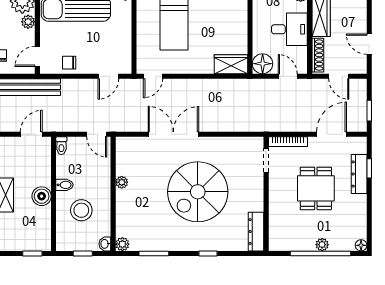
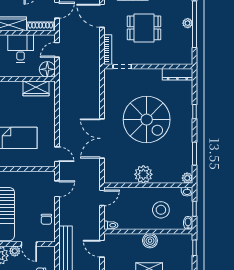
door: (37, 56) -> (29, 244), moved
wardrobe: (231, 64) -> (36, 88), moved, turned -90
door: (108, 76) -> (57, 189), hinge flipped
plant: (122, 182) -> (143, 174), width x1.88, depth x1.88
bidet: (64, 185) -> (188, 223), moved

